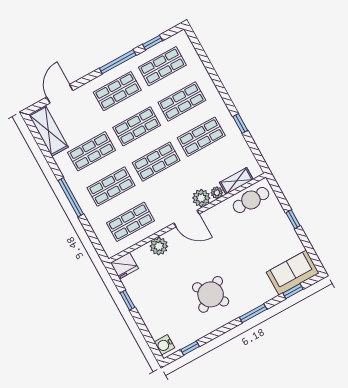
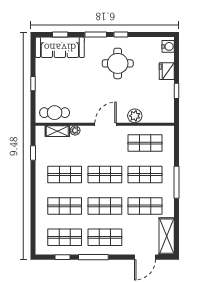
window: (240, 124) -> (33, 153), moved
plant: (201, 198) -> (88, 133), removed
door: (186, 219) -> (106, 124), hinge flipped
fridge: (124, 266) -> (167, 71), moved, turned -90
sofa: (293, 273) -> (60, 47), width x1.36
round table: (211, 294) -> (118, 63), turned 33
window: (190, 348) -> (121, 35), moved

